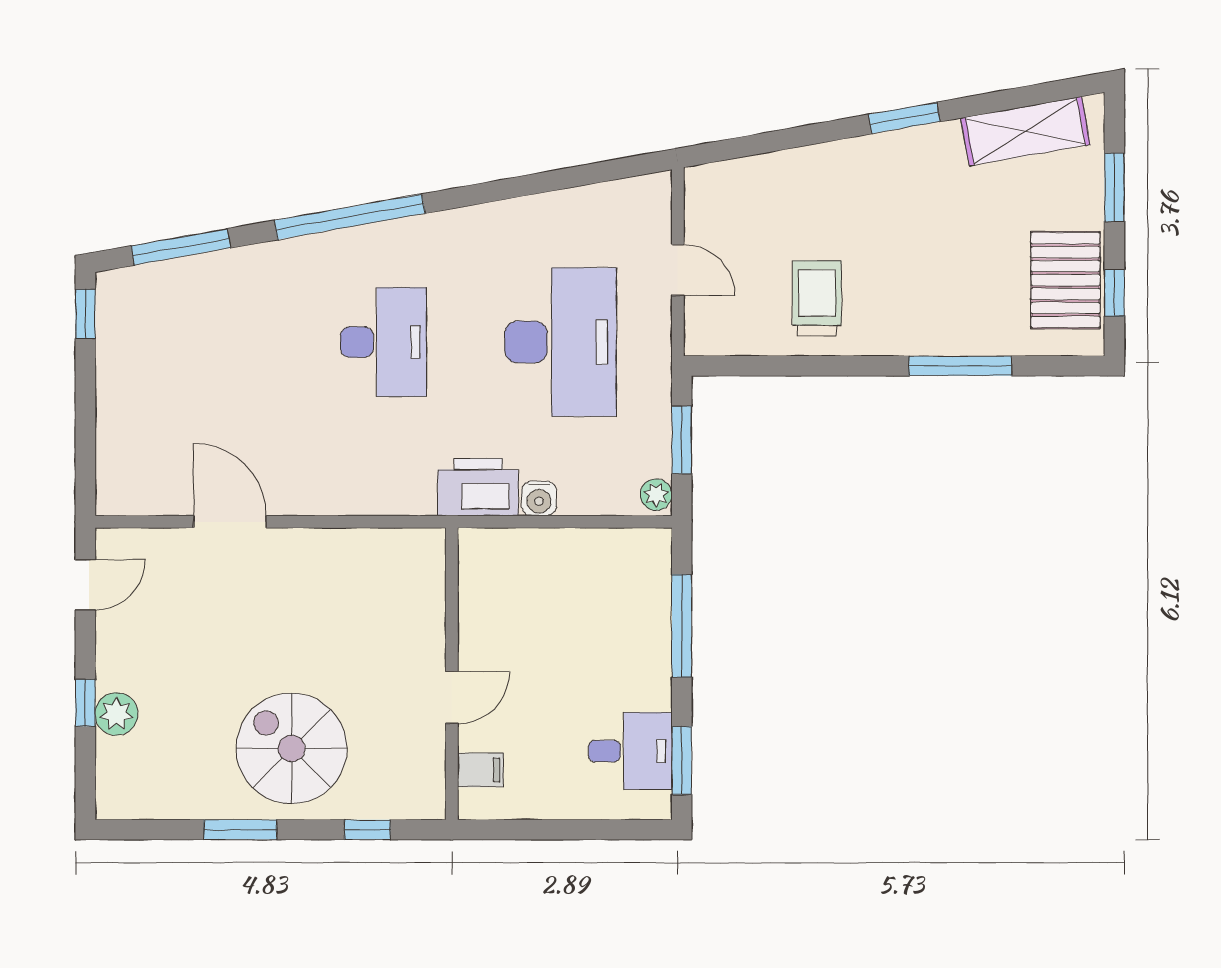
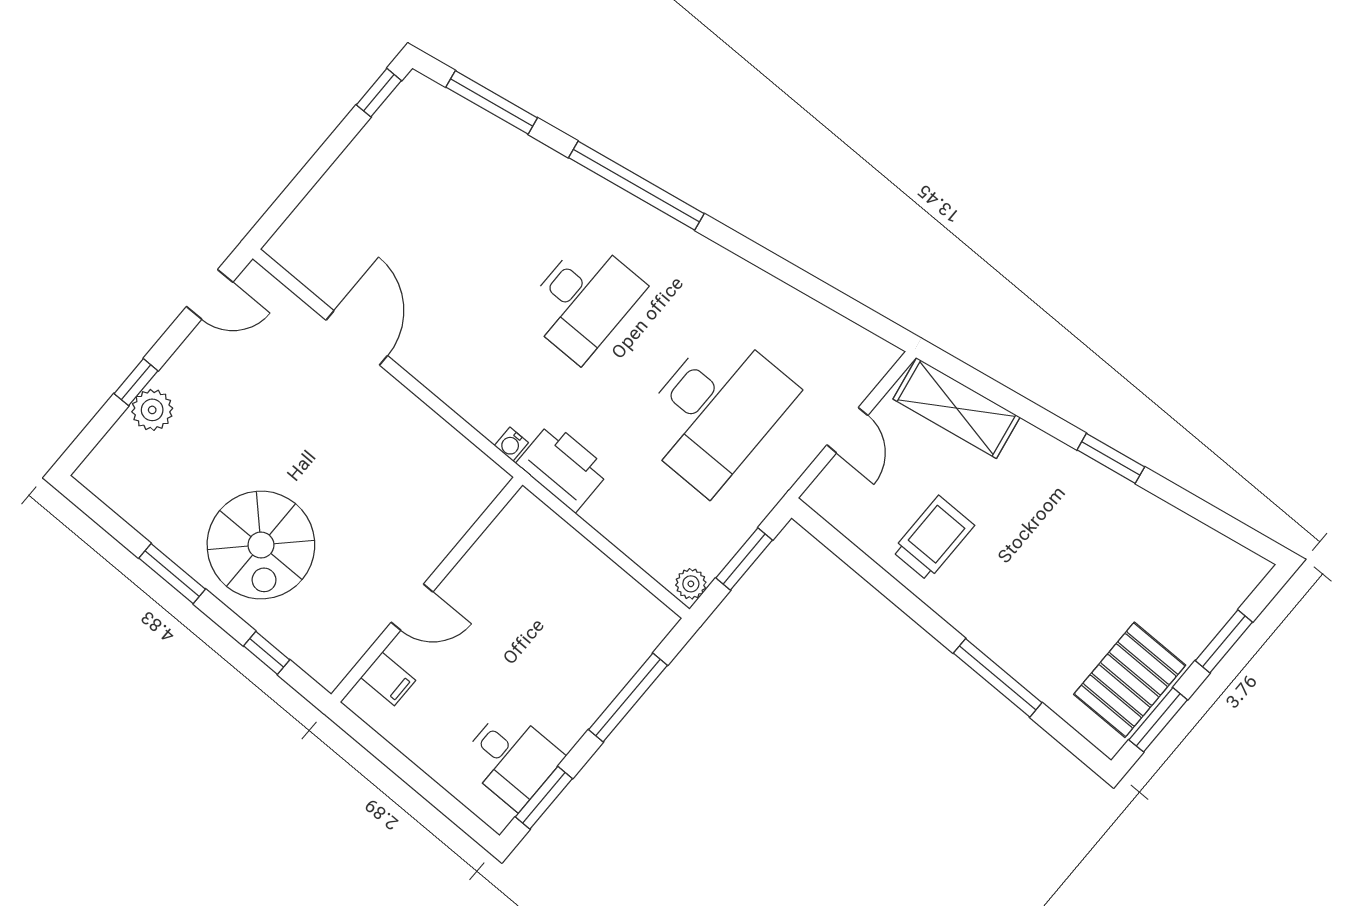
shelving: (1025, 131) -> (957, 408), moved
window: (1114, 293) -> (1158, 720), width x1.50
water cooler: (539, 499) -> (511, 444), moved, width x0.72, depth x0.72
spiral stairs: (292, 748) -> (261, 545), turned 180

